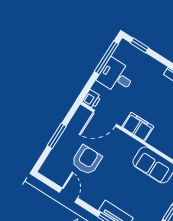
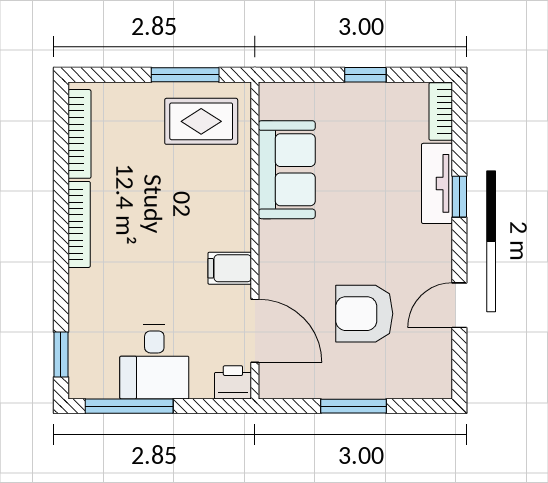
filing cabinet: (138, 127) -> (230, 268), width x0.50

